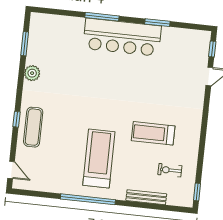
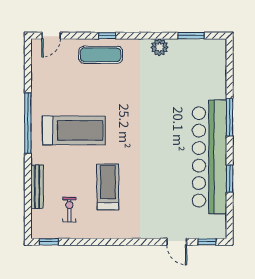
bar counter: (122, 37) -> (209, 157), width x1.36

